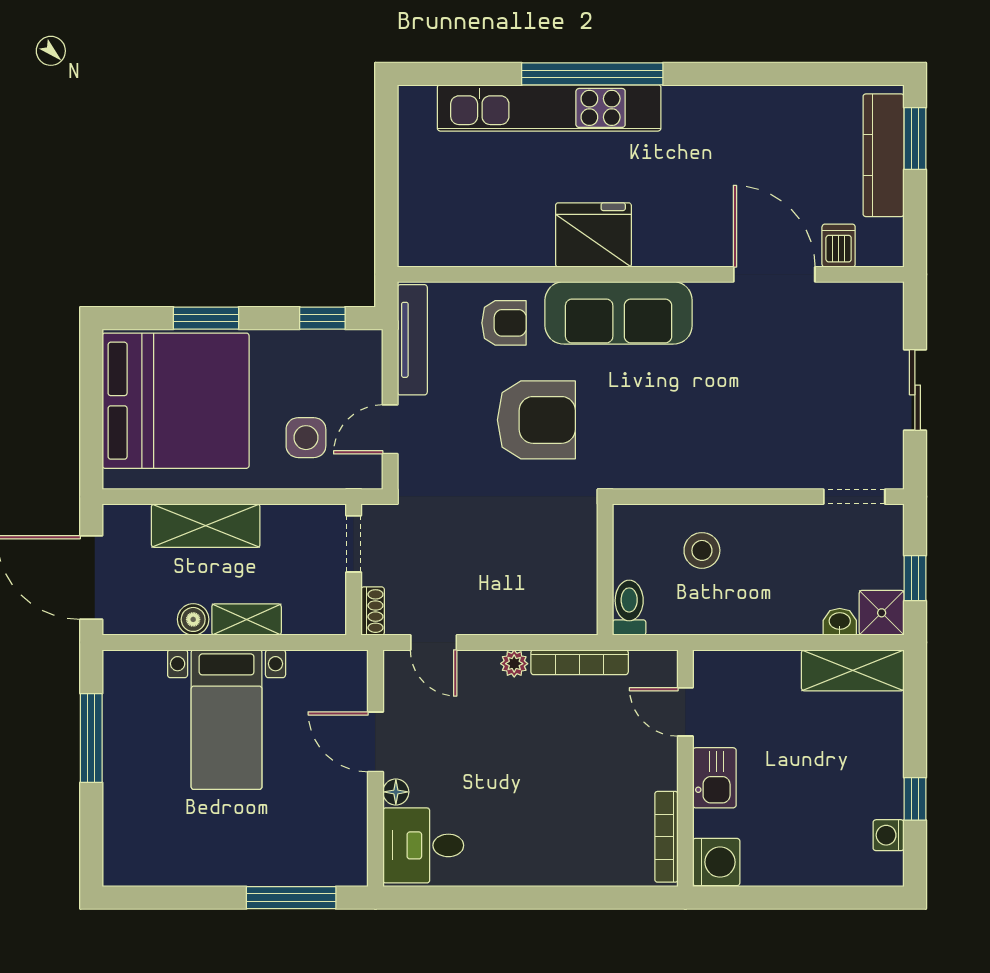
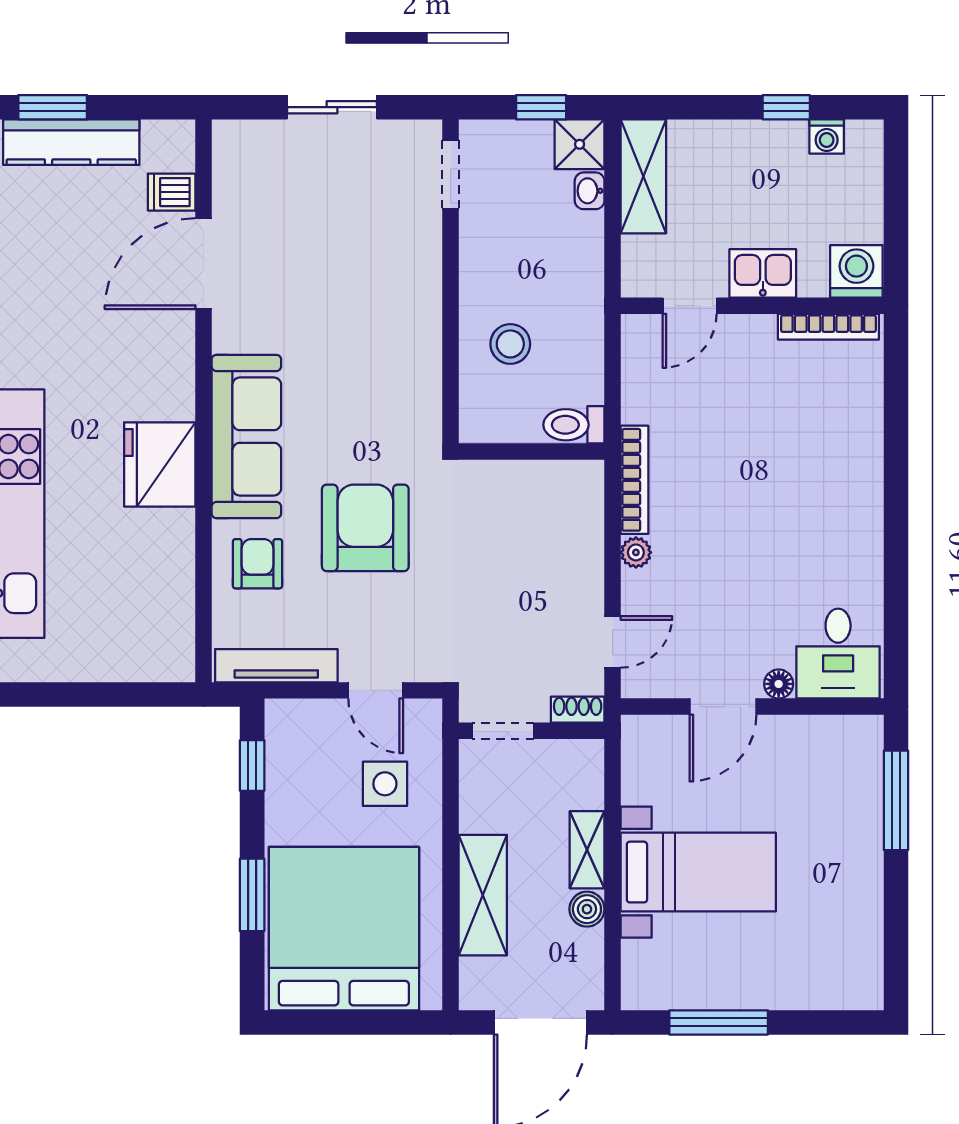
door: (685, 712) -> (690, 306), moved
wall: (685, 768) -> (752, 306), moved
kitchen sink: (714, 778) -> (763, 273), moved
bookcase: (666, 837) -> (828, 327), moved
washing machine: (716, 862) -> (856, 271), moved

